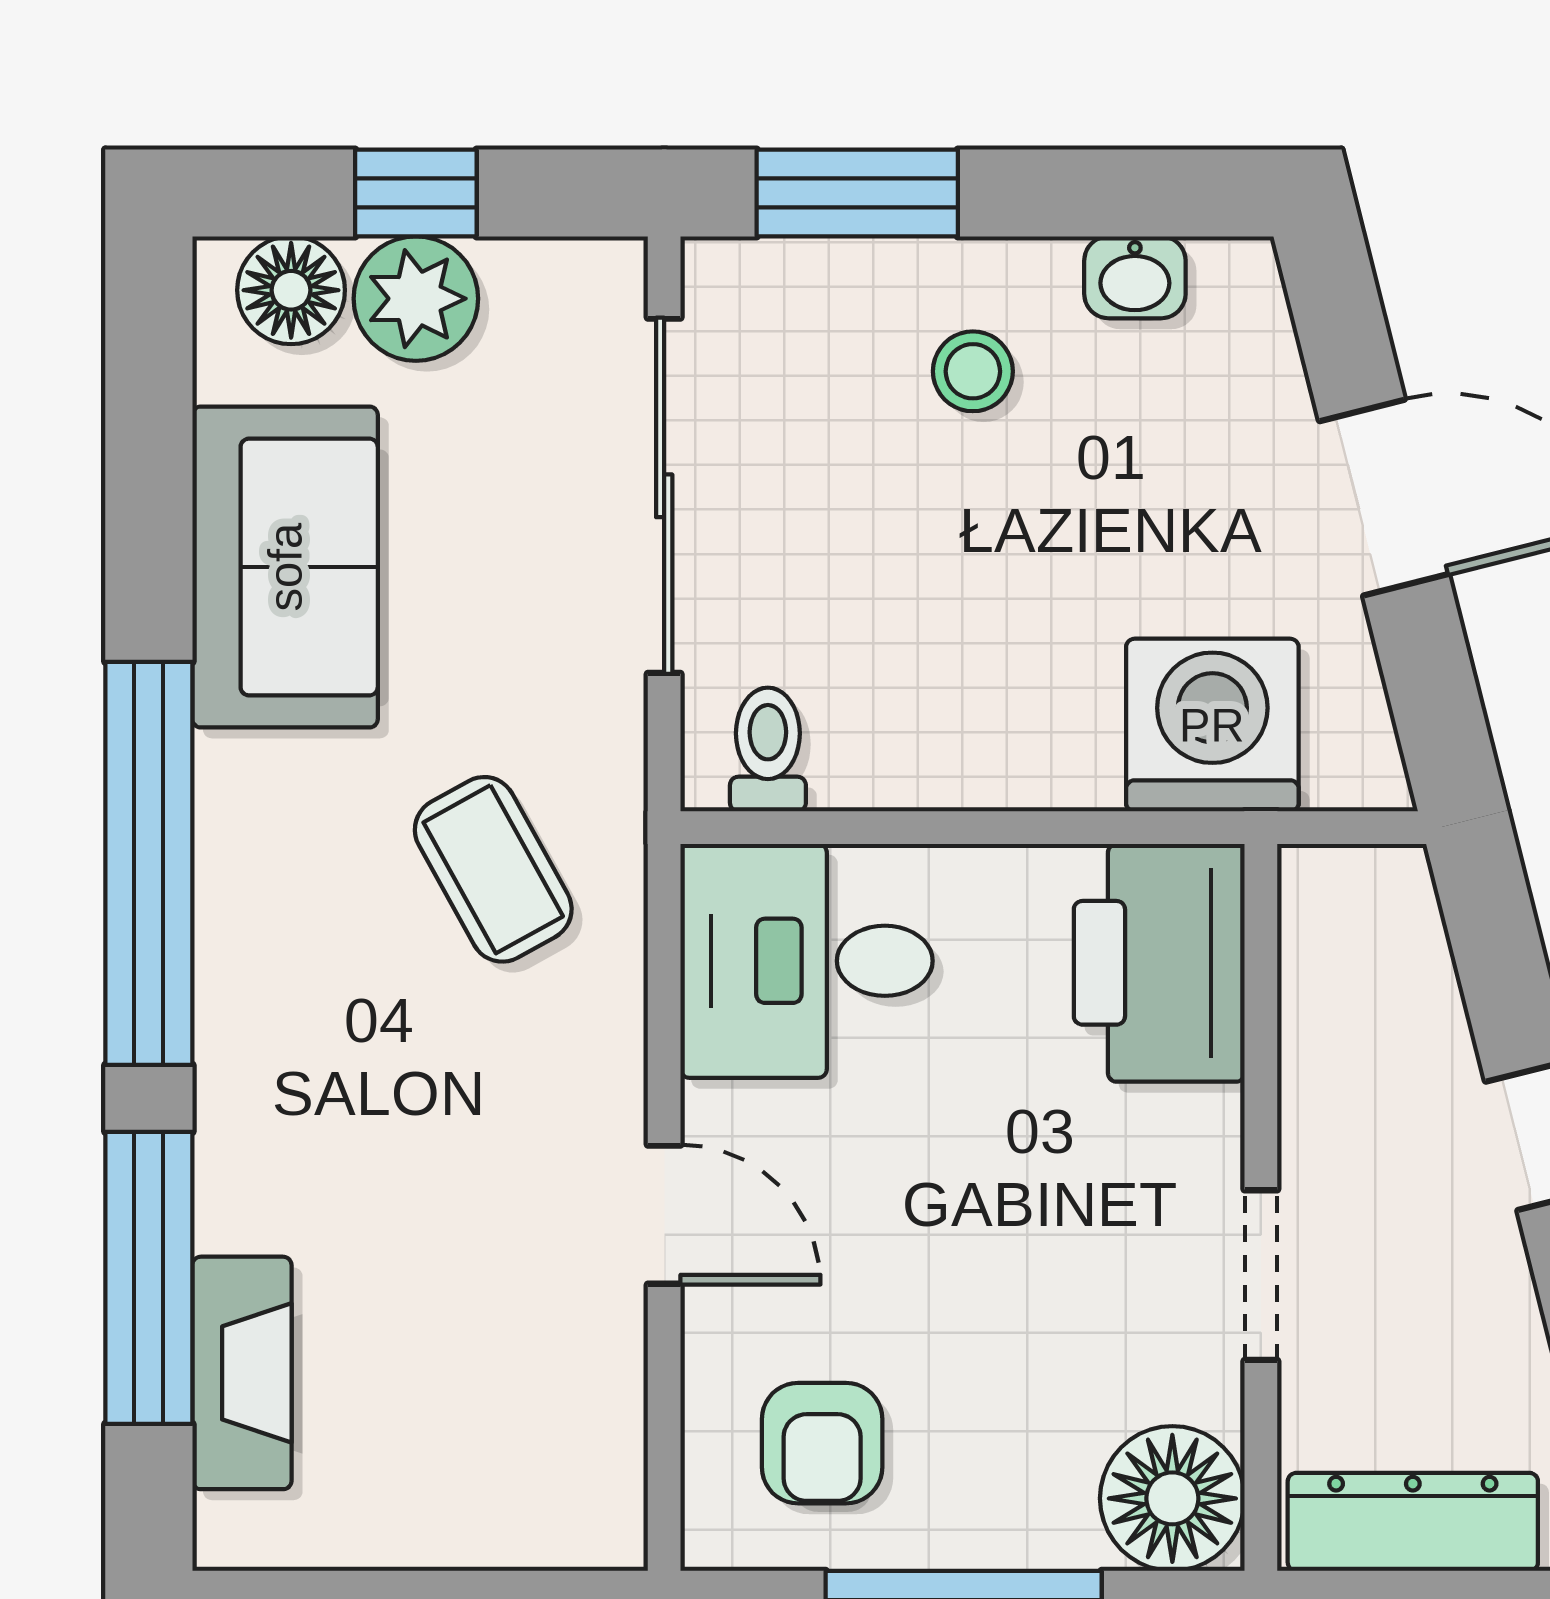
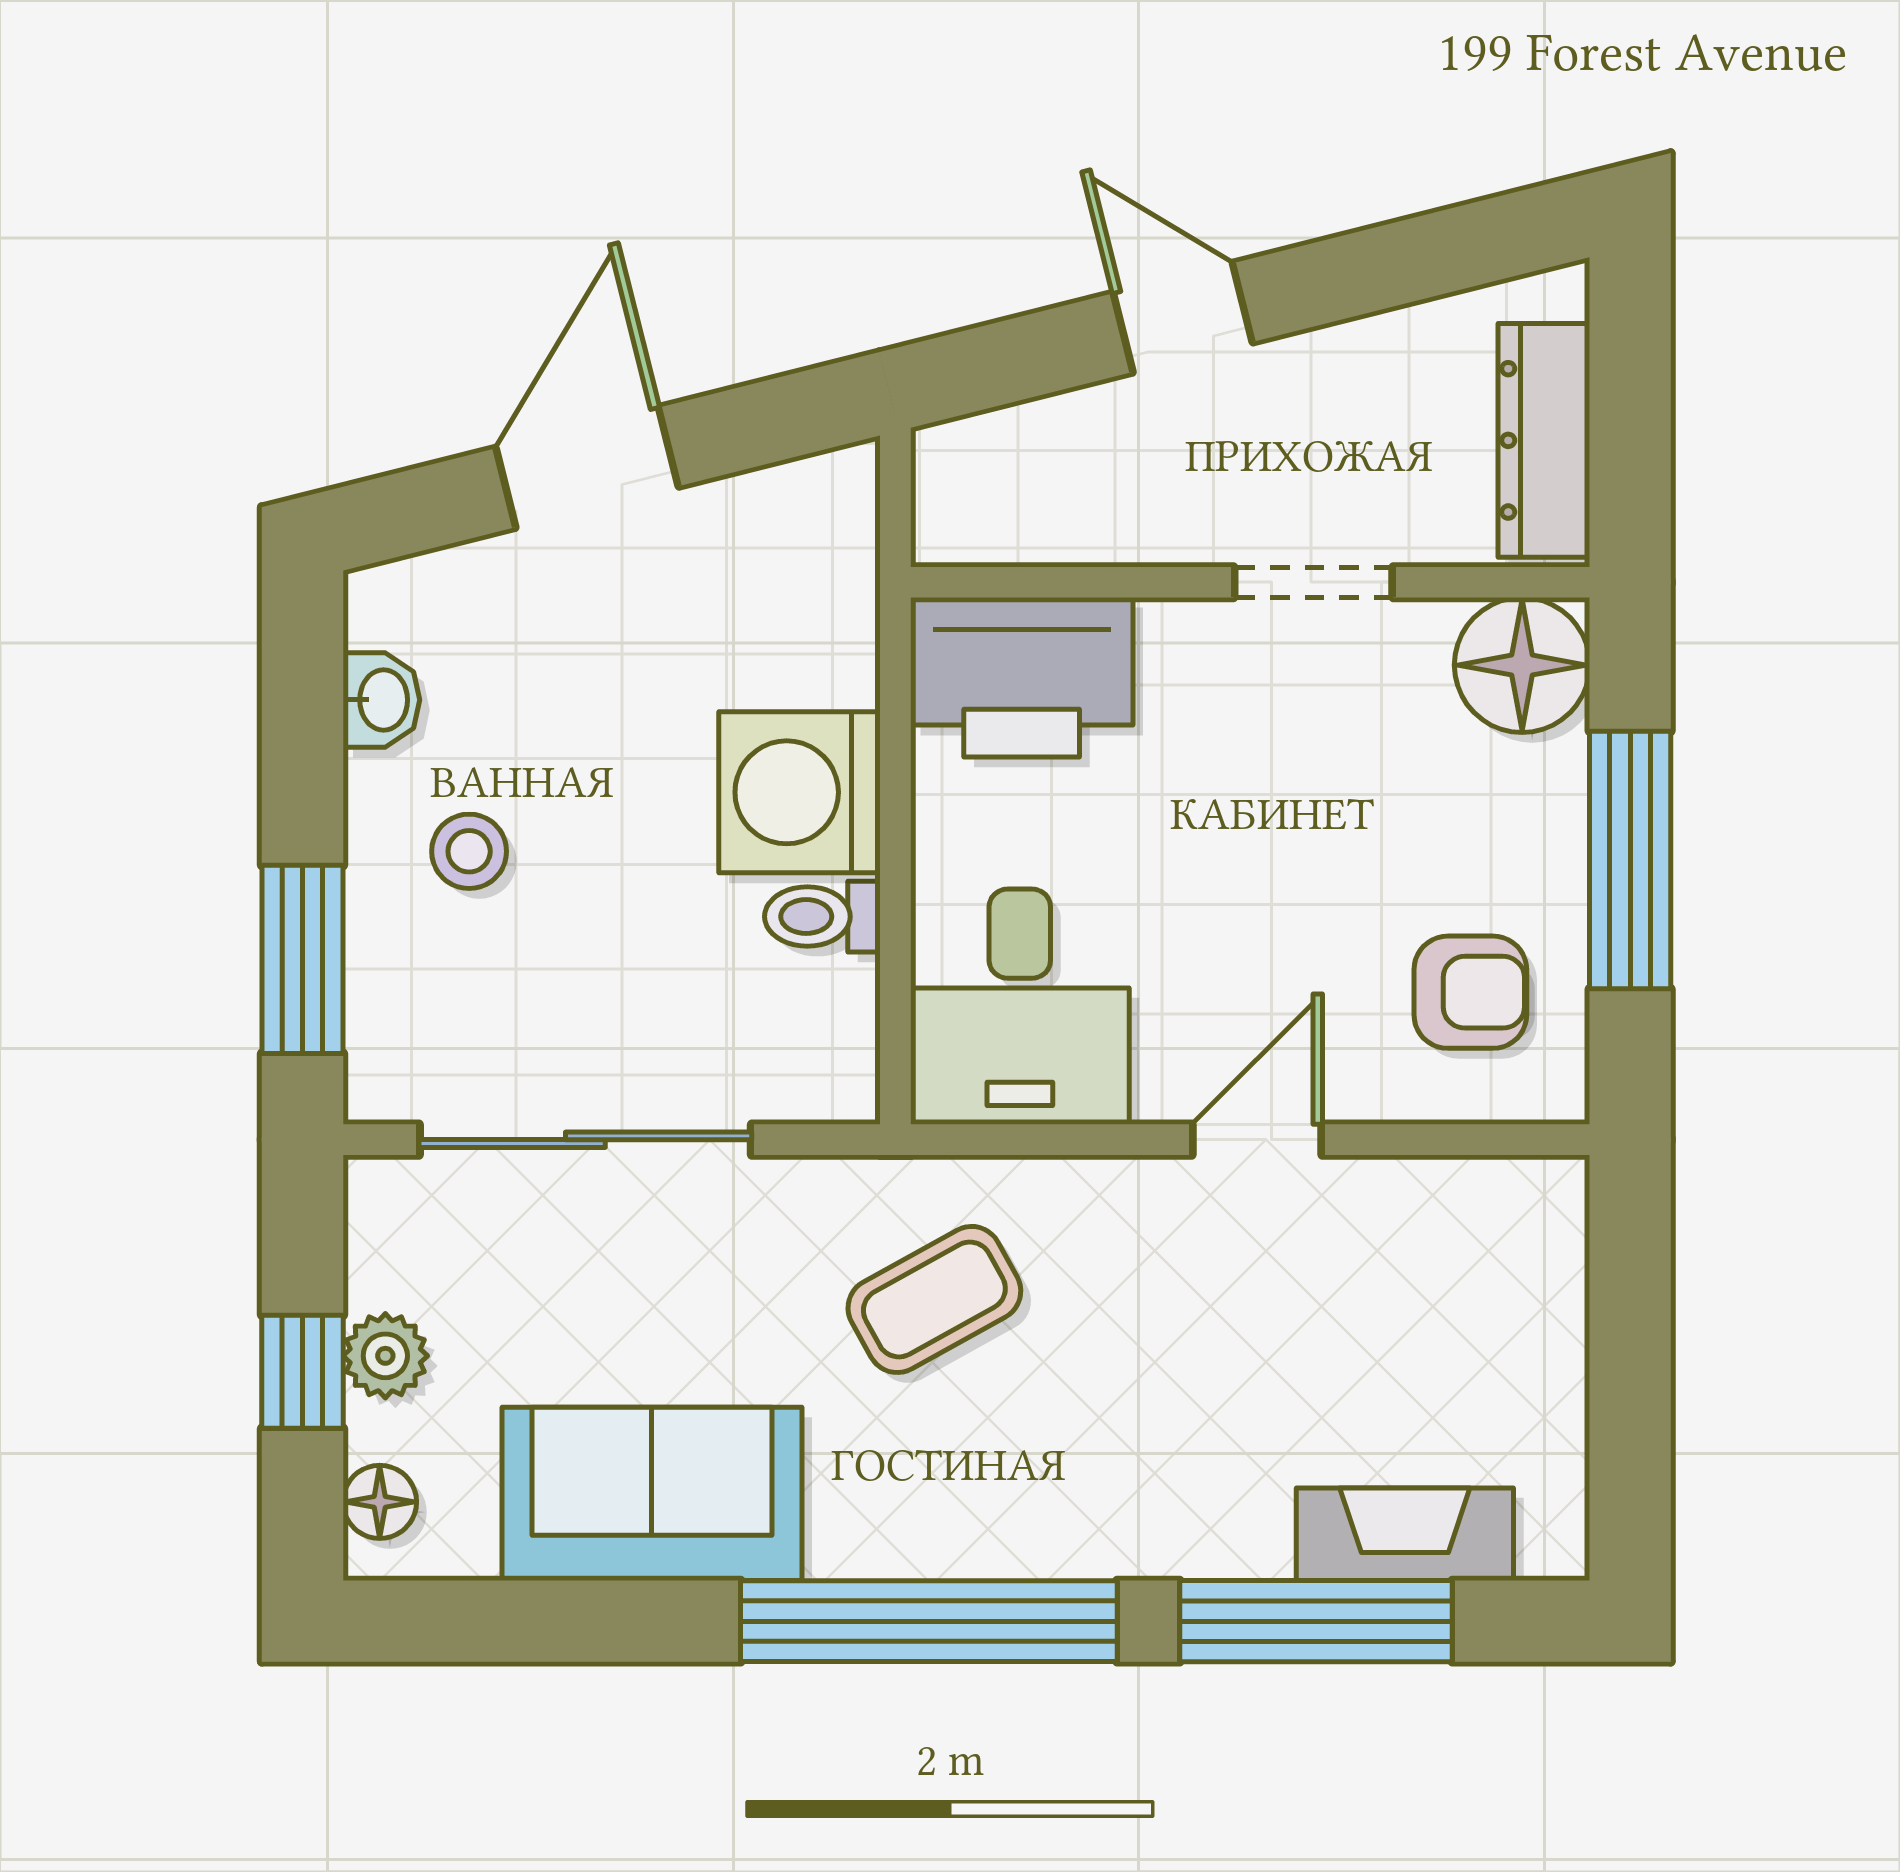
floor lamp: (291, 290) -> (380, 1502), width x0.73, depth x0.73
plant: (416, 299) -> (385, 1356), width x0.73, depth x0.73
washing machine: (1212, 725) -> (800, 792), moved
toilet: (768, 749) -> (822, 917), moved

